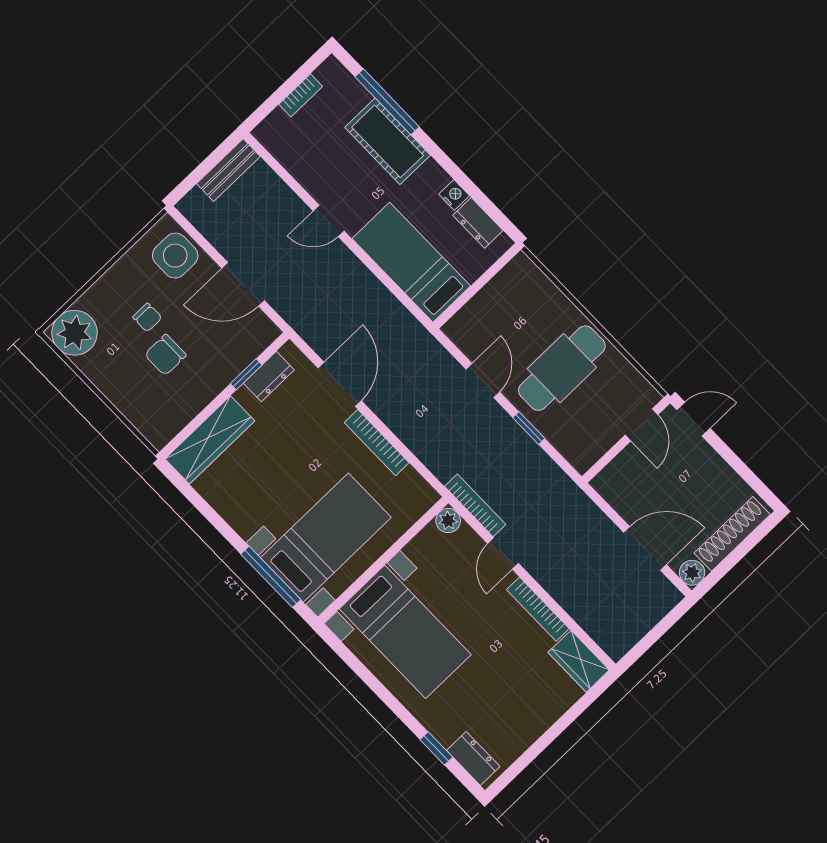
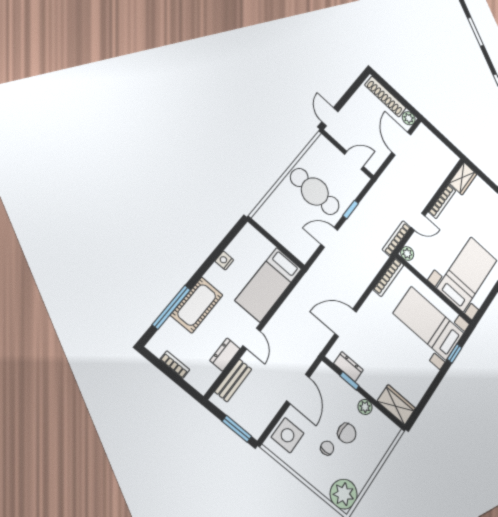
bench: (228, 170) -> (233, 380), moved, turned 90
window: (195, 177) -> (237, 429), added
dresser: (478, 223) -> (225, 355), moved, turned 180
plant: (202, 394) -> (365, 407), added
door: (641, 425) -> (354, 160), moved
wardrobe: (210, 440) -> (396, 405), width x0.67
bookcase: (377, 443) -> (388, 277), moved
window: (271, 577) -> (455, 353), width x0.46

